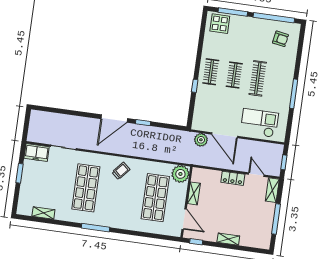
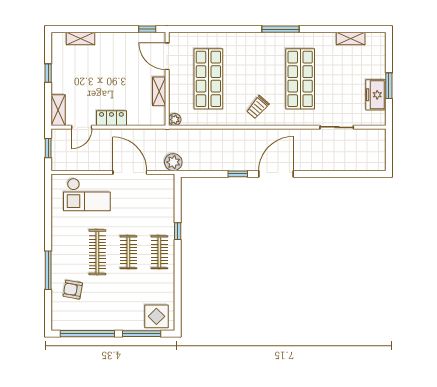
armchair: (280, 39) -> (73, 290), moved
window: (294, 94) -> (48, 270), moved
plant: (201, 140) -> (173, 162), moved
freezer: (37, 153) -> (376, 95), moved, turned -90
plant: (180, 174) -> (175, 120), width x0.53, depth x0.53
door: (256, 175) -> (82, 127), hinge flipped
window: (276, 219) -> (48, 73), width x0.46
shelving: (228, 239) -> (80, 38), moved

